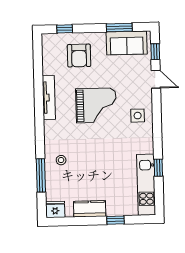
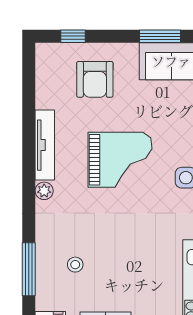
plant: (49, 126) -> (44, 191), added
stool: (61, 160) -> (75, 265), moved

